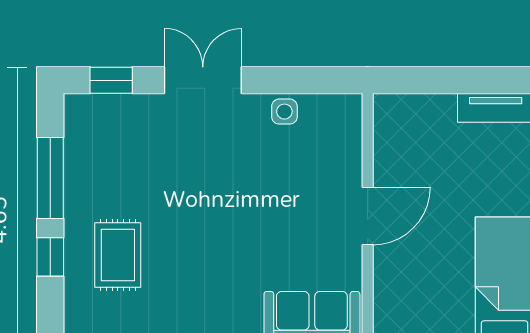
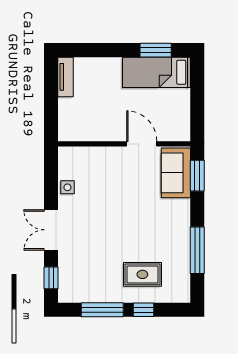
door: (368, 216) -> (142, 144), moved

